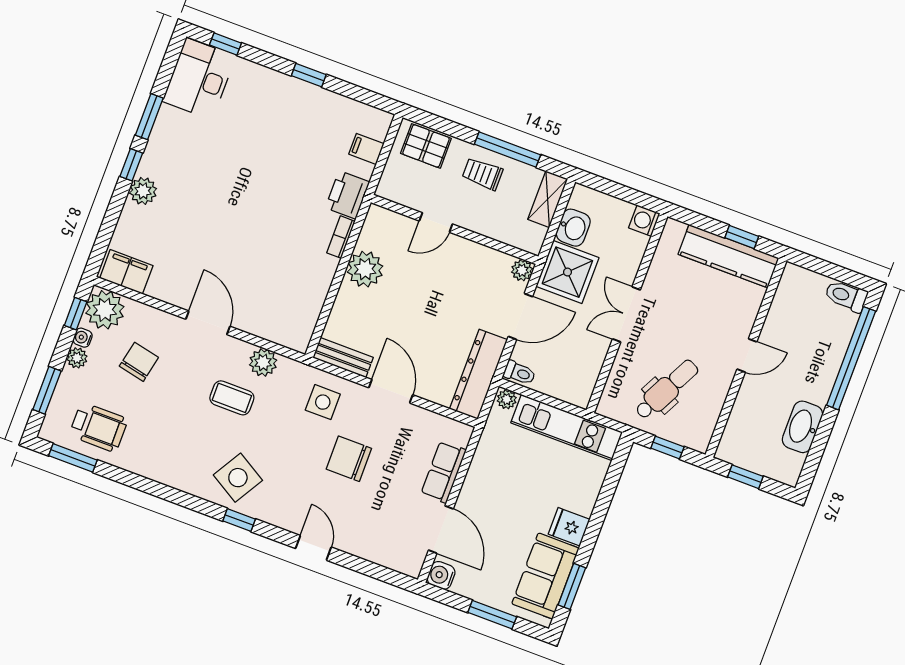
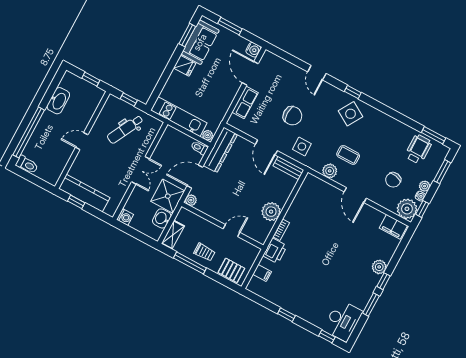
wheelchair: (99, 427) -> (418, 149), turned 90

